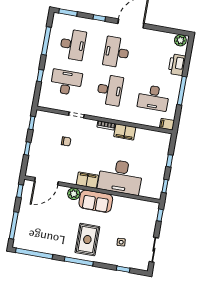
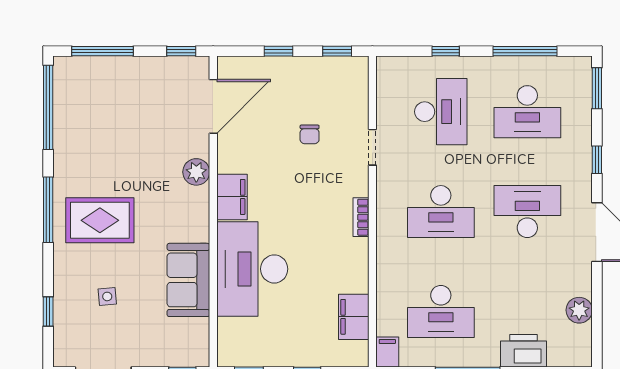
plant: (180, 40) -> (579, 310), moved
desk: (153, 98) -> (441, 311), turned -90
filing cabinet: (125, 132) -> (354, 317), moved
door: (46, 181) -> (213, 106), swing flipped
sofa: (96, 201) -> (188, 280), moved

